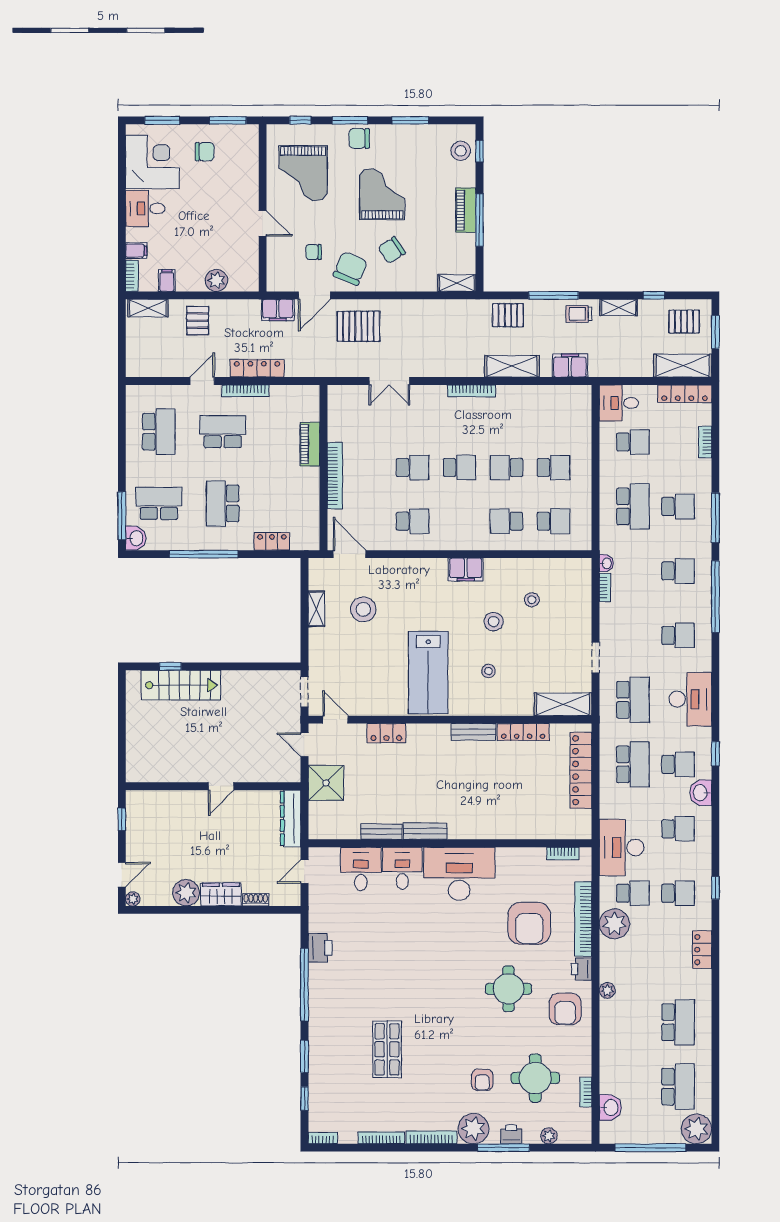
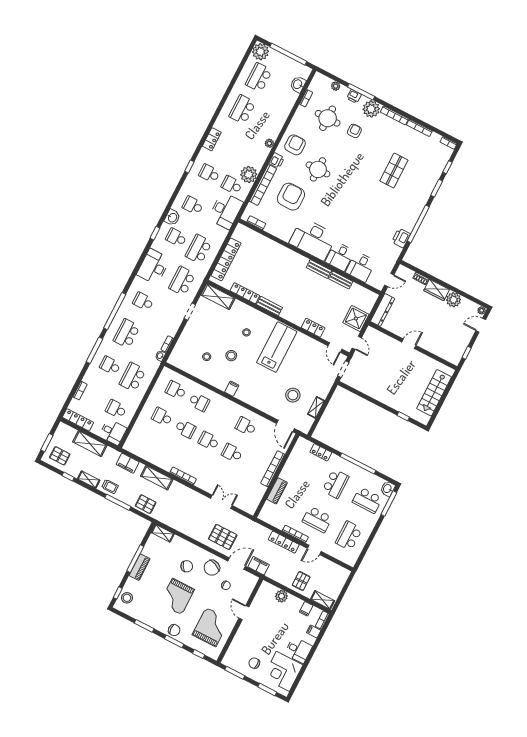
shelving: (683, 366) -> (90, 444), moved
filing cabinet: (466, 569) -> (232, 389), width x0.50
school desk: (678, 571) -> (127, 333), width x1.85
stairs: (181, 685) -> (434, 393), moved, turned -90

